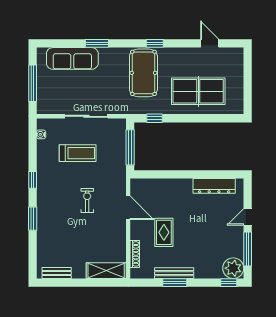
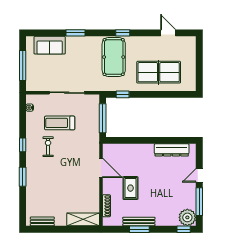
sofa: (72, 58) -> (50, 45), width x0.73
treadmill: (78, 153) -> (60, 123), turned 180
exercise bike: (87, 201) -> (48, 147), moved

